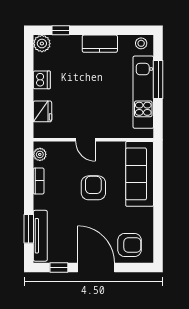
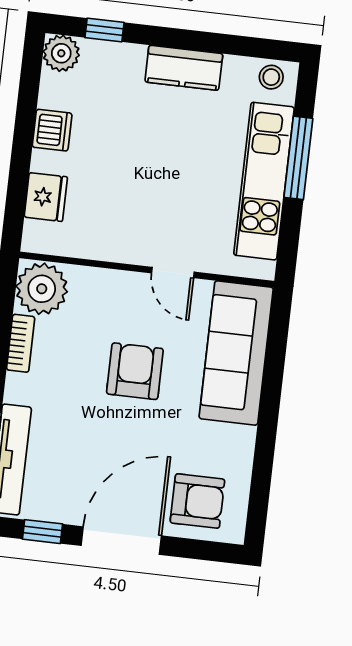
door: (86, 140) -> (173, 272), moved
plant: (40, 154) -> (42, 289), width x1.87, depth x1.87
door: (96, 268) -> (121, 541), hinge flipped

